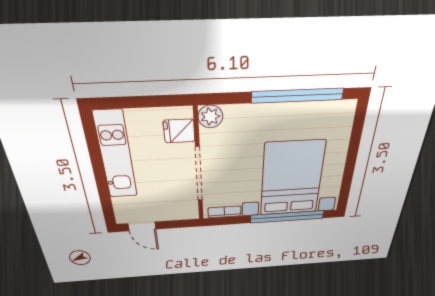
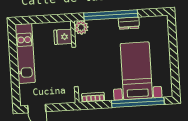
window: (298, 96) -> (111, 15), moved
dresser: (291, 111) -> (129, 23), added
bed with nightstands: (292, 179) -> (136, 71), width x0.73

